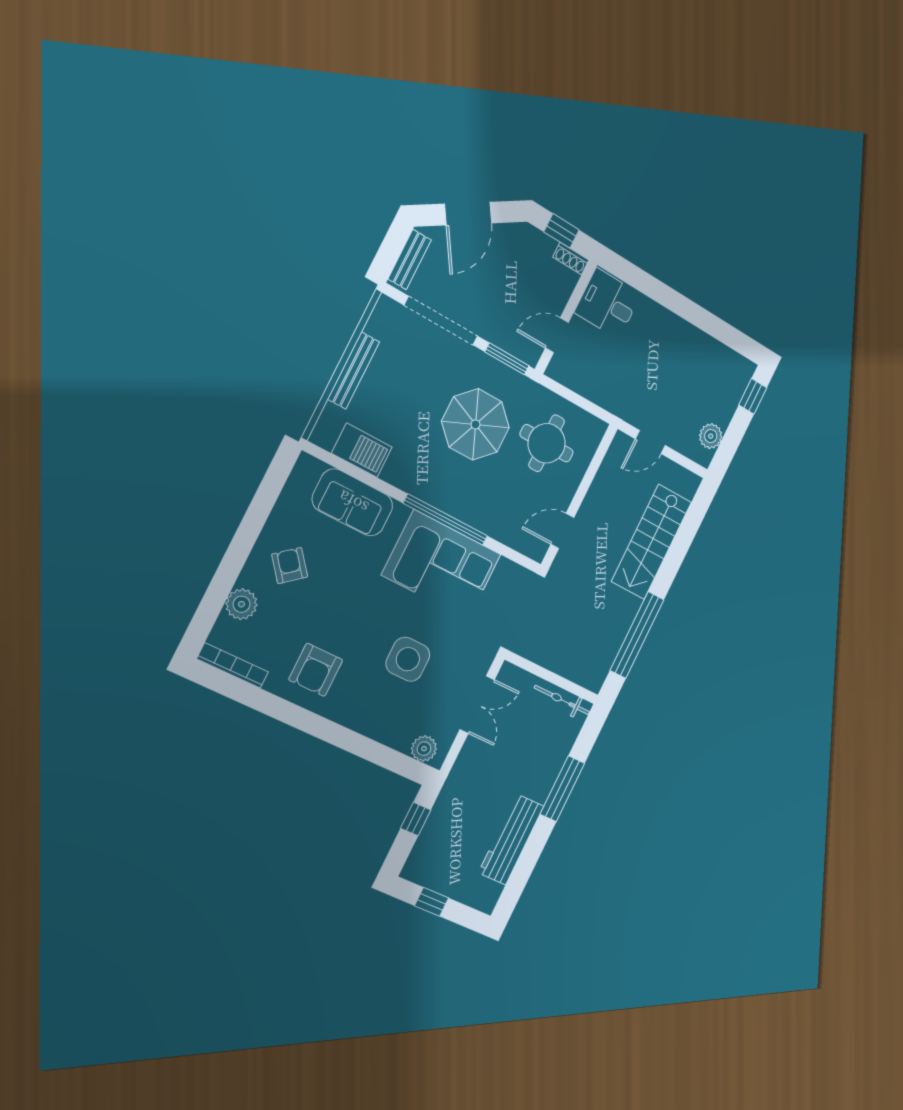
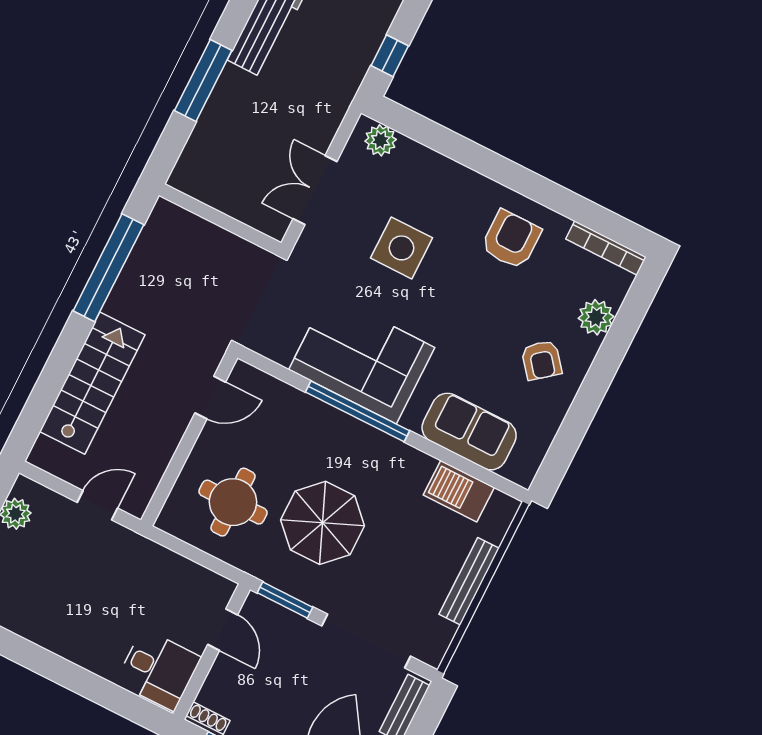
door: (557, 335) -> (223, 630), hinge flipped
bicycle: (562, 700) -> (206, 191), removed

